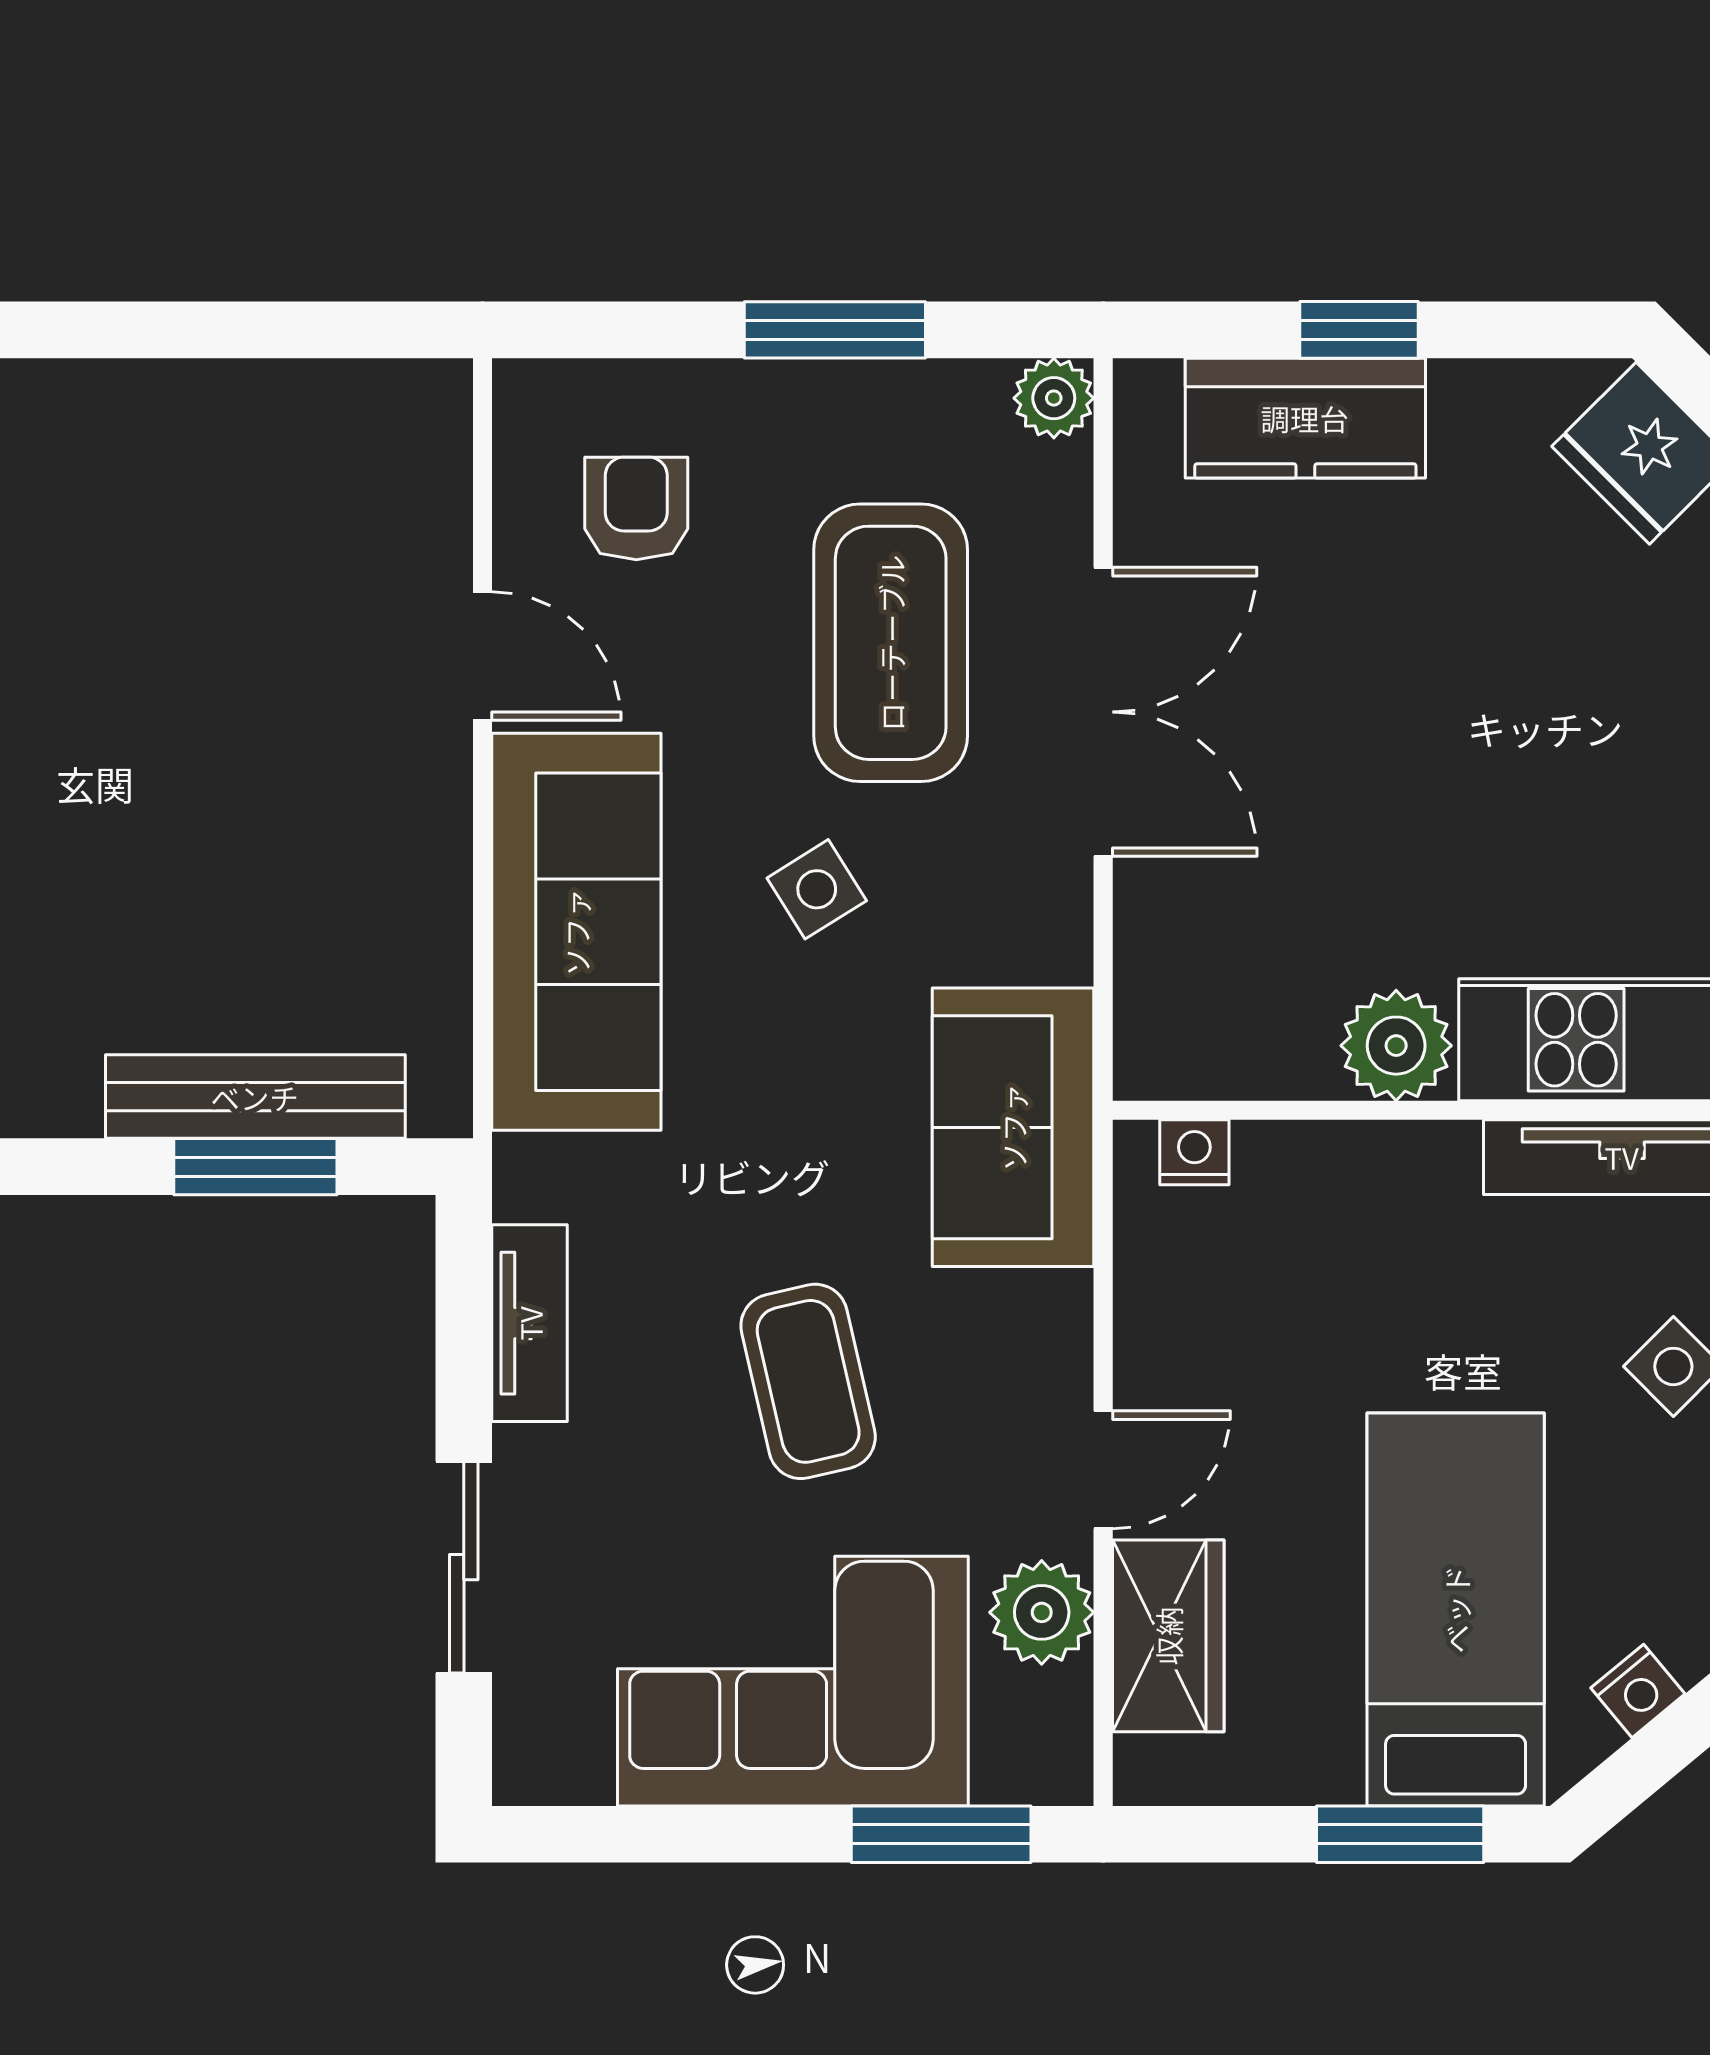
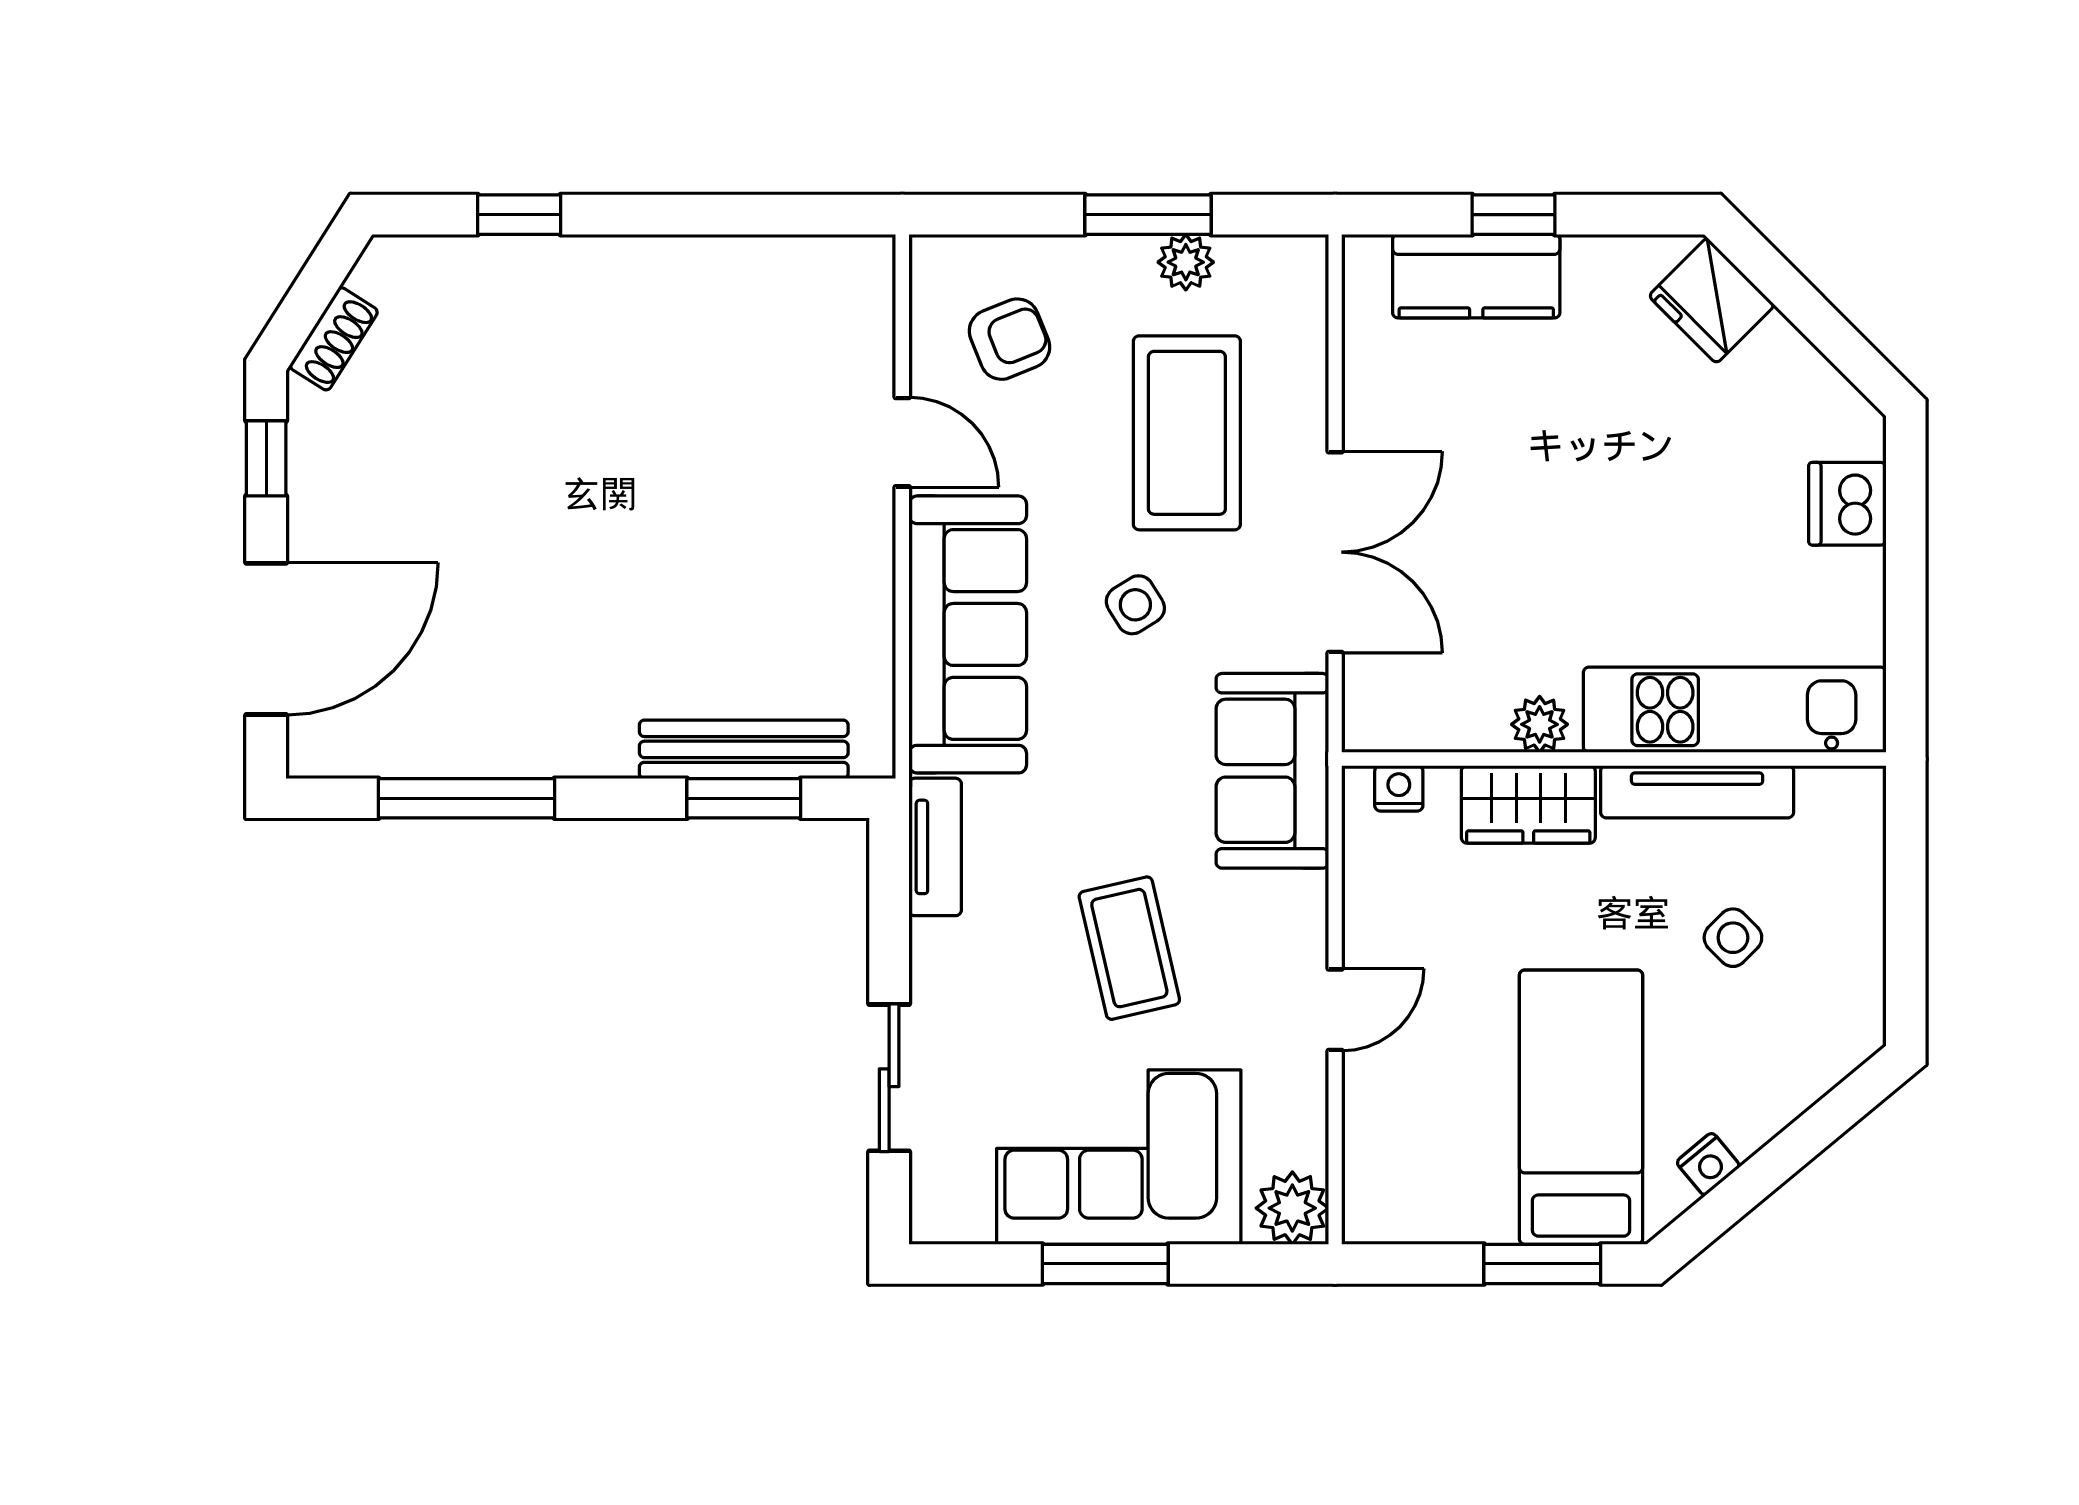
plant: (1054, 398) -> (1186, 262), moved
armchair: (636, 508) -> (1009, 339), turned 68
double door: (1103, 712) -> (1335, 552), moved
plant: (1396, 1046) -> (1540, 724), width x0.73, depth x0.73
tv unit: (530, 1323) -> (935, 847), moved
plant: (1042, 1612) -> (1292, 1208), moved
wardrobe: (1168, 1636) -> (1528, 804), moved, turned 90
window: (941, 1834) -> (1105, 1264), moved

